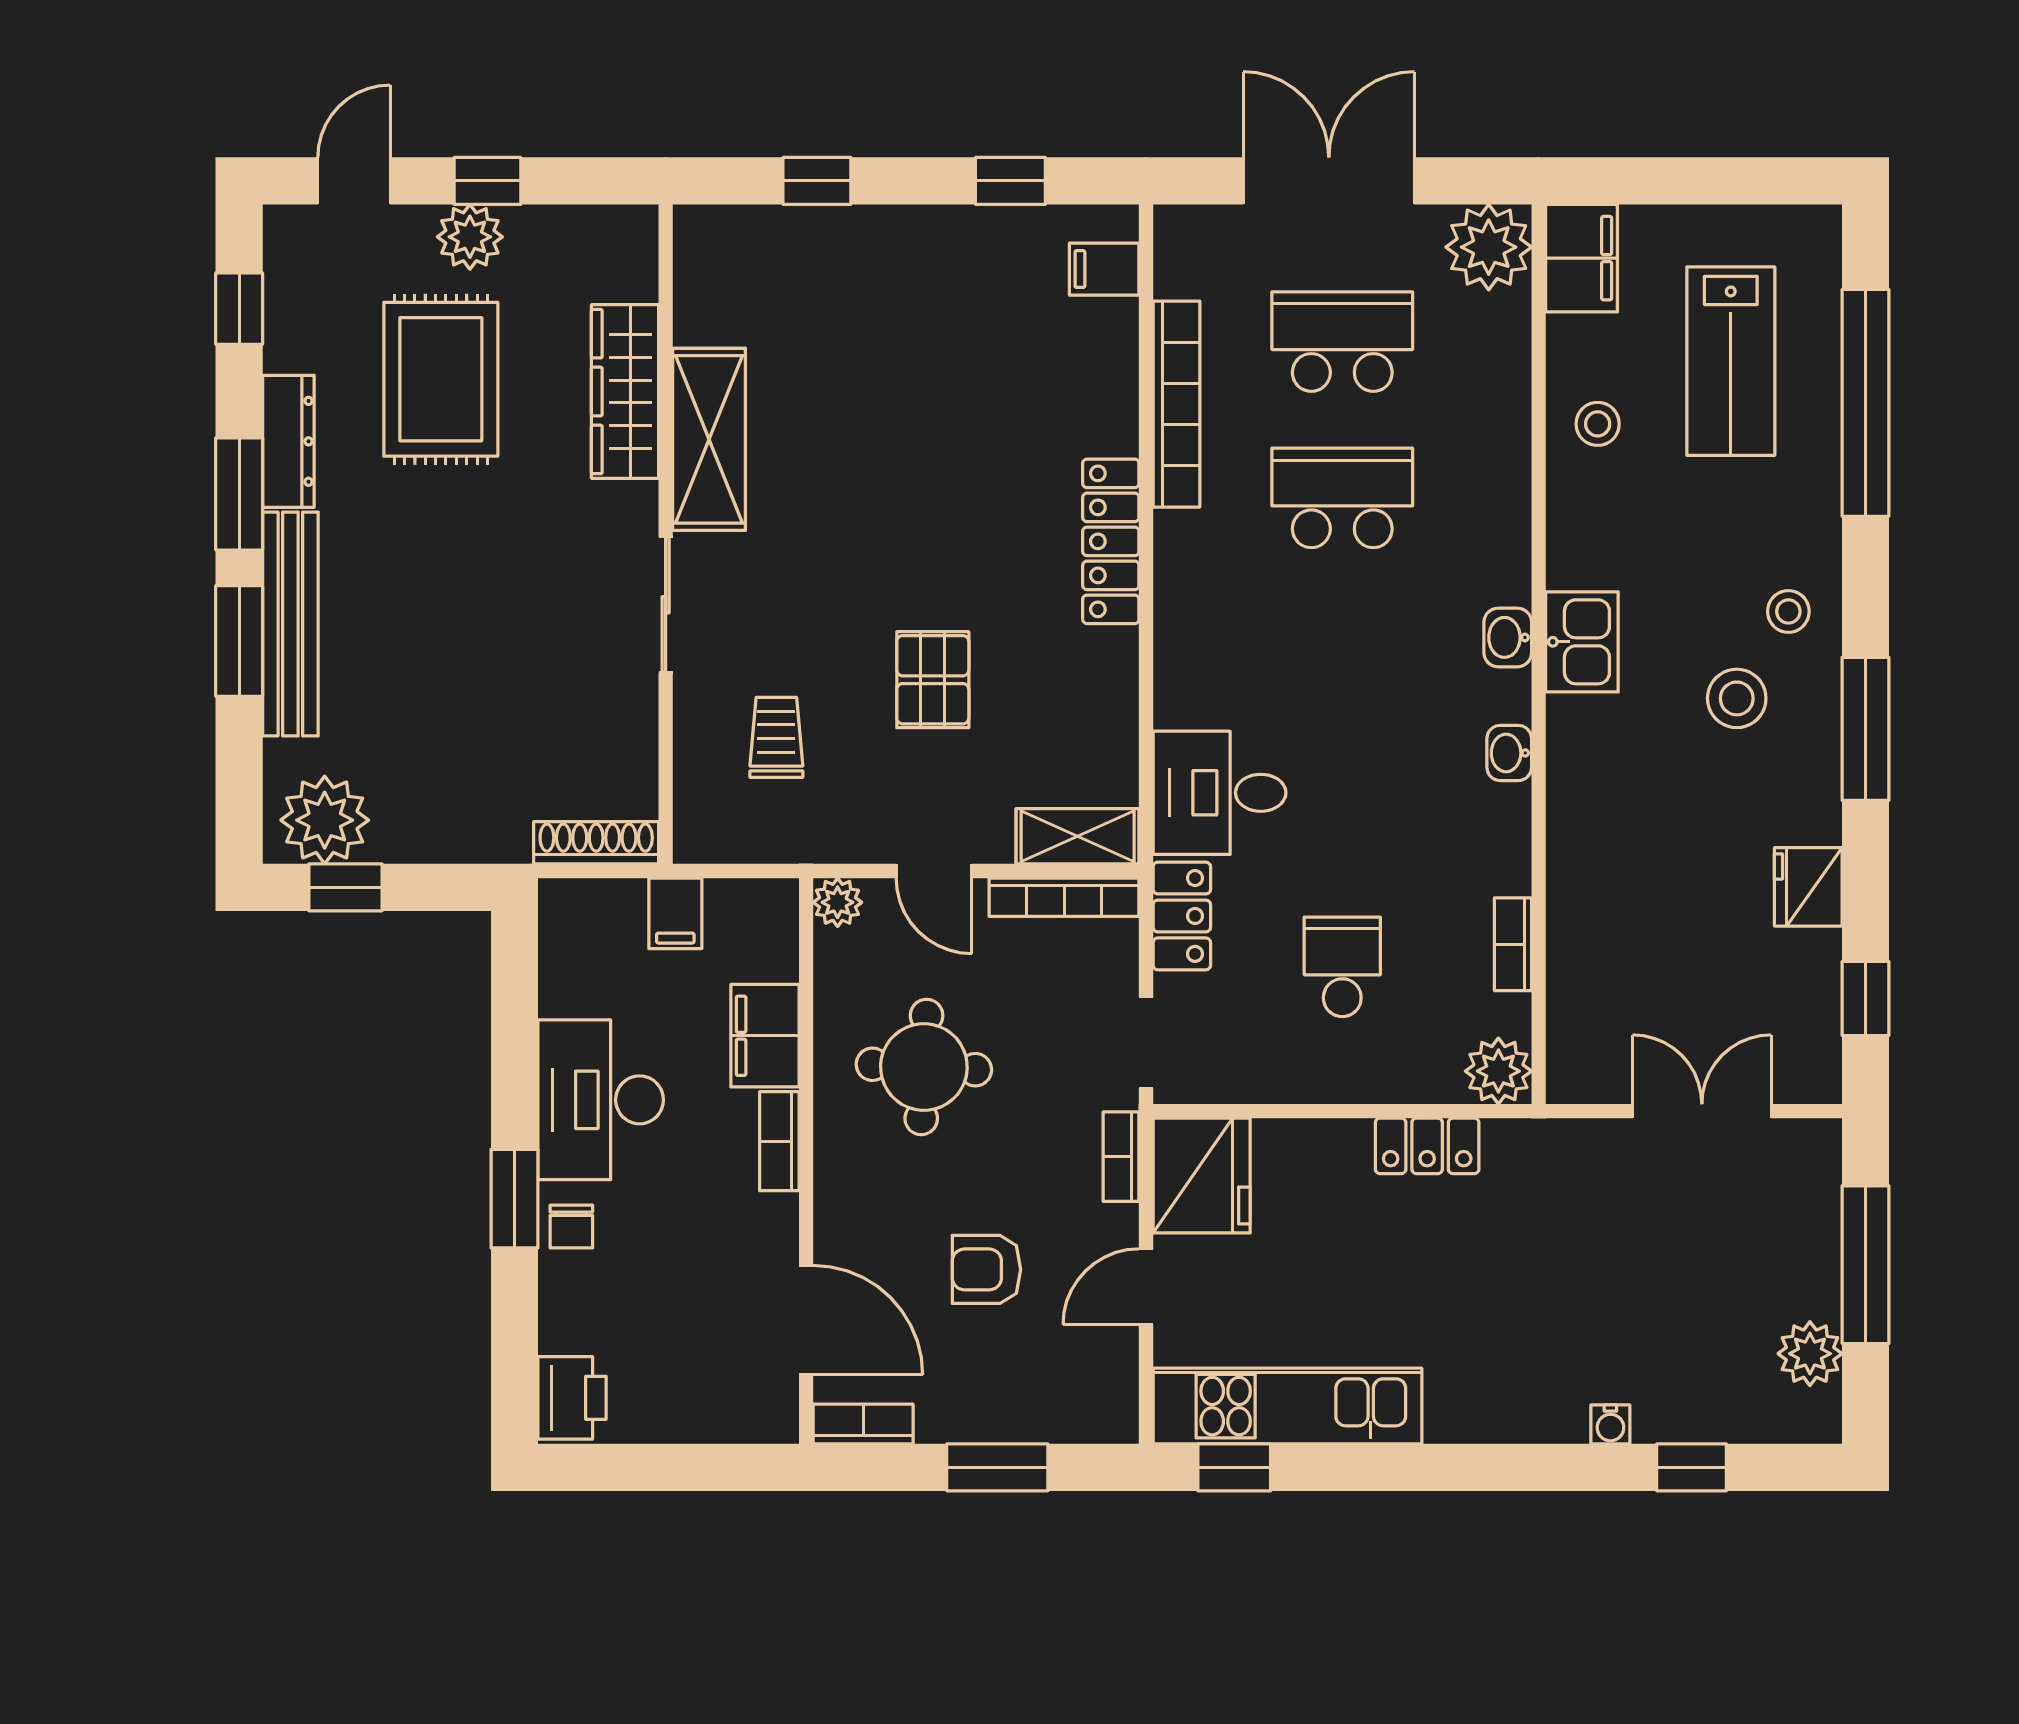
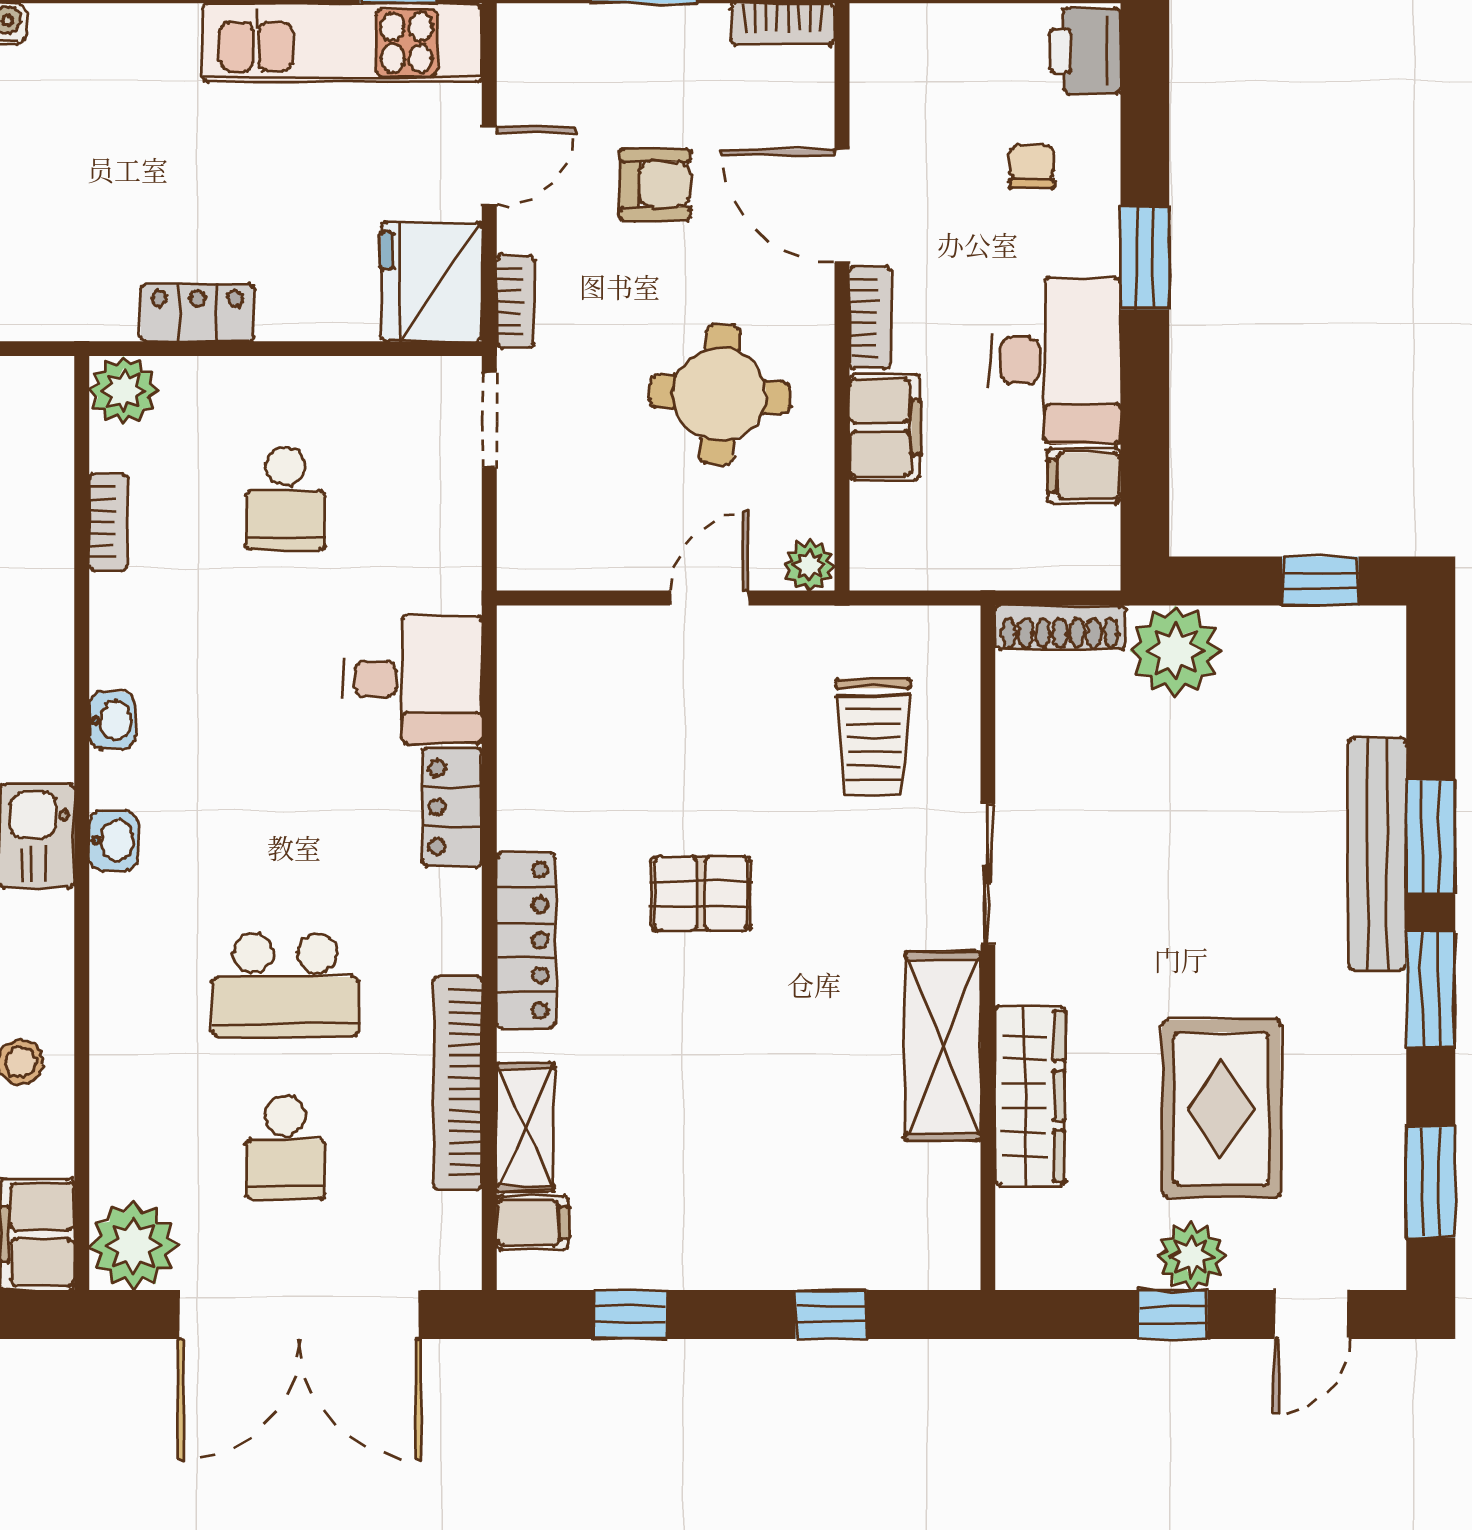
double door: (1329, 181) -> (300, 1314), width x1.36
window: (239, 309) -> (1431, 1182), width x1.50
school desk: (1342, 342) -> (285, 1148), width x0.54
dresser: (288, 441) -> (1380, 1044), removed
pallet: (933, 680) -> (701, 894), moved, turned 90
trolley: (776, 737) -> (873, 737), width x1.36, depth x1.39
plant: (325, 820) -> (1175, 651), moved
shelving: (1078, 836) -> (525, 1127), moved, turned 90
door: (934, 871) -> (709, 598), hinge flipped
bookcase: (1064, 897) -> (574, 571), removed
filing cabinet: (675, 913) -> (1084, 476), moved, turned -90
locker: (1182, 916) -> (452, 807), moved
chair: (571, 1227) -> (1032, 166), moved
door: (806, 1320) -> (842, 206), moved

